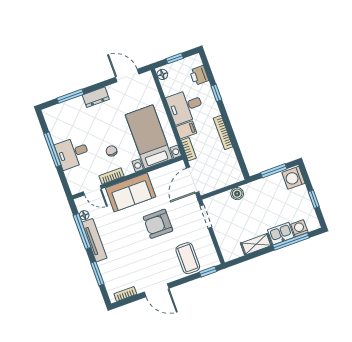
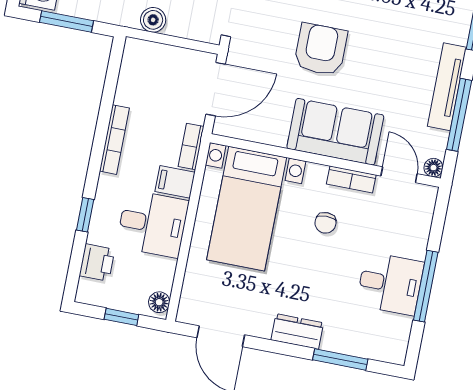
desk: (72, 153) -> (390, 284), moved
floor lamp: (84, 215) -> (433, 168), moved
armchair: (158, 224) -> (321, 49), turned -90

